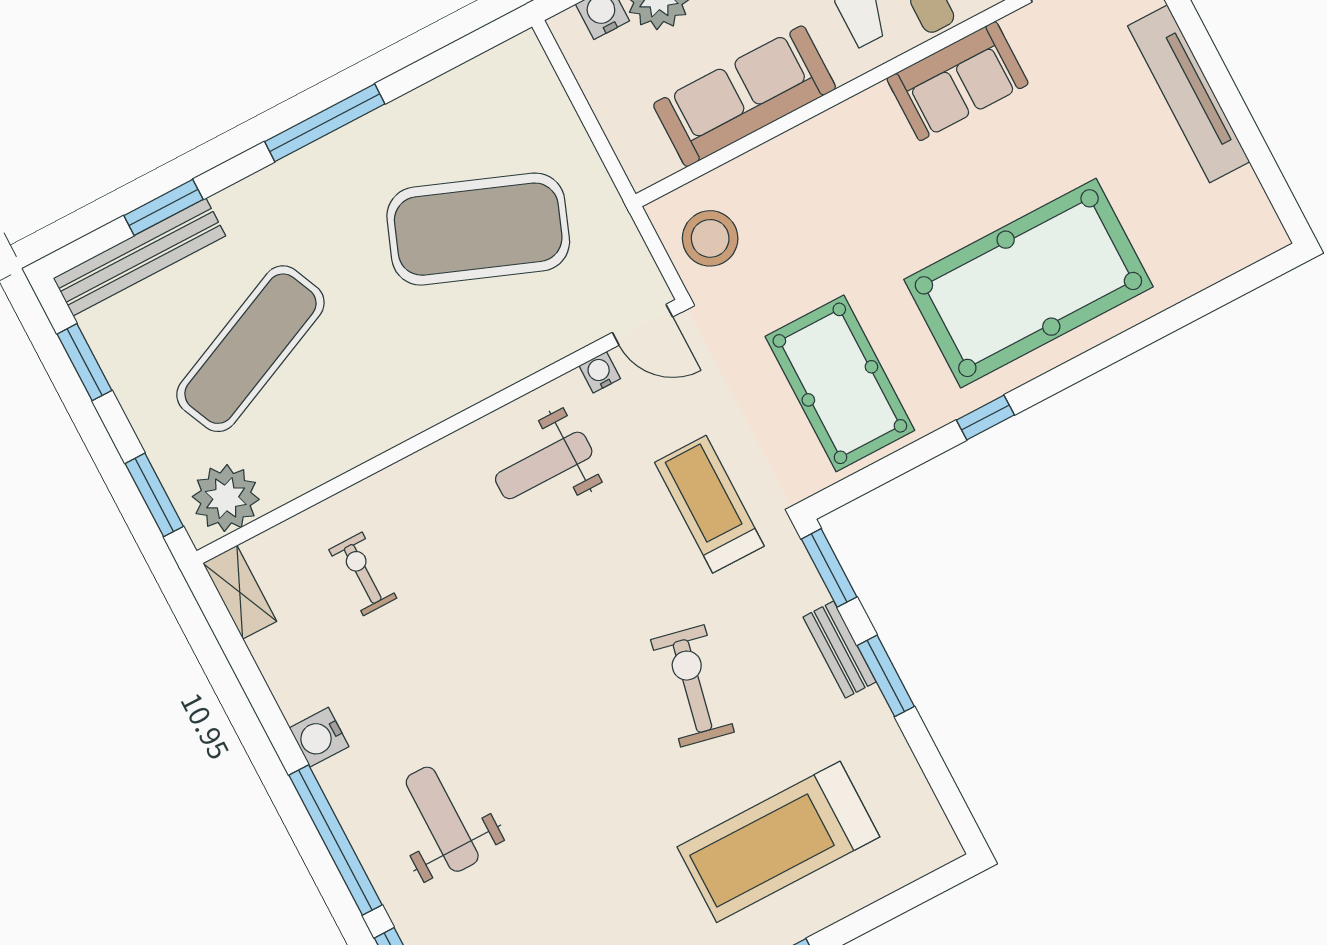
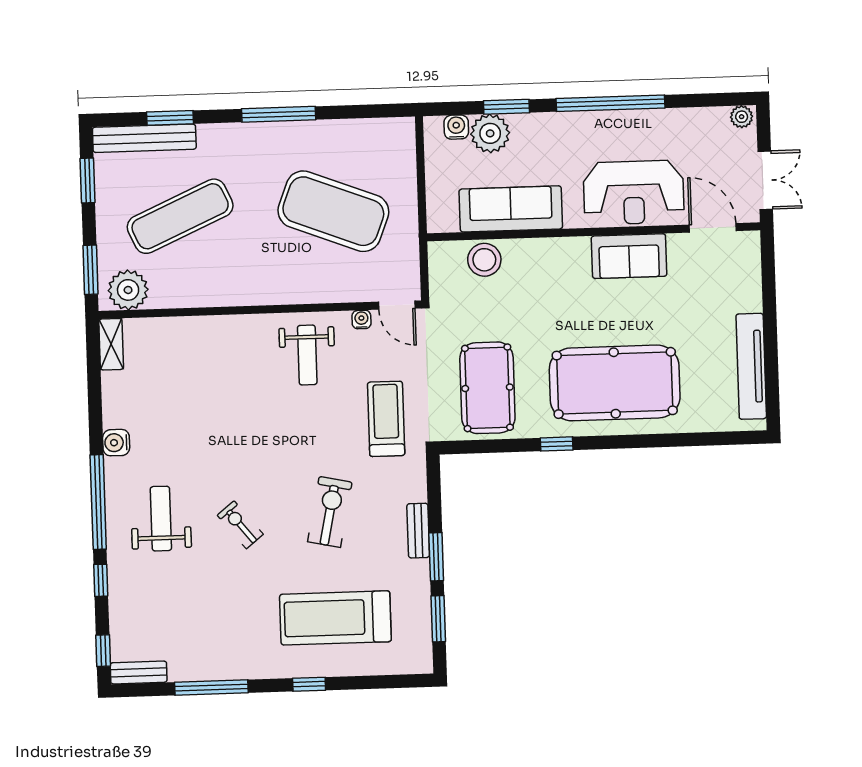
tv unit: (1189, 94) -> (751, 366), moved
stool: (710, 238) -> (484, 260), moved
weight bench: (544, 465) -> (307, 355), turned -90
window: (829, 568) -> (438, 619), moved
exercise bike: (363, 574) -> (240, 525), moved, turned -39

